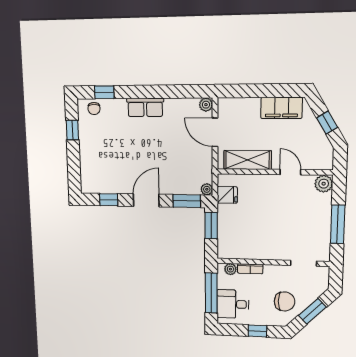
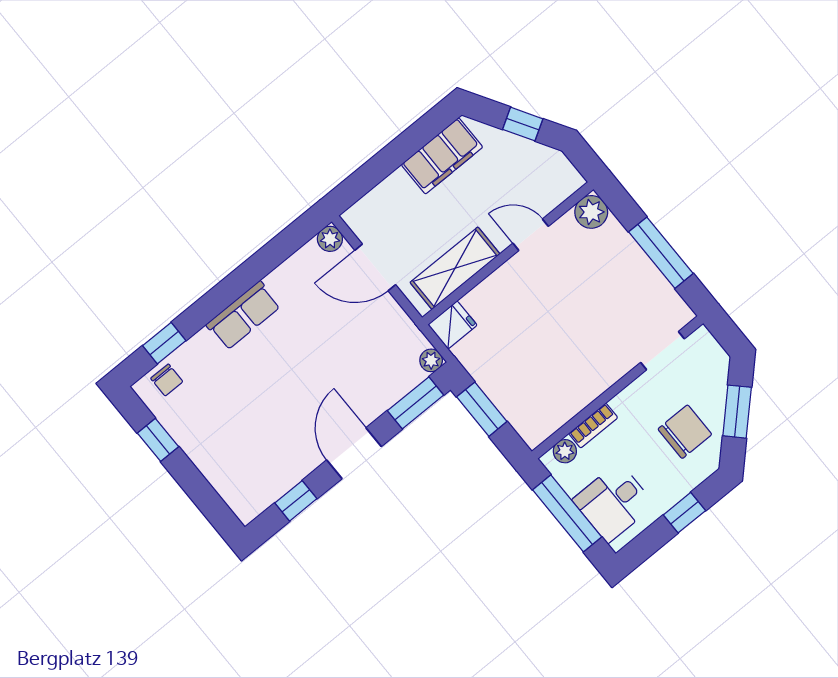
fridge: (227, 195) -> (453, 325), moved

